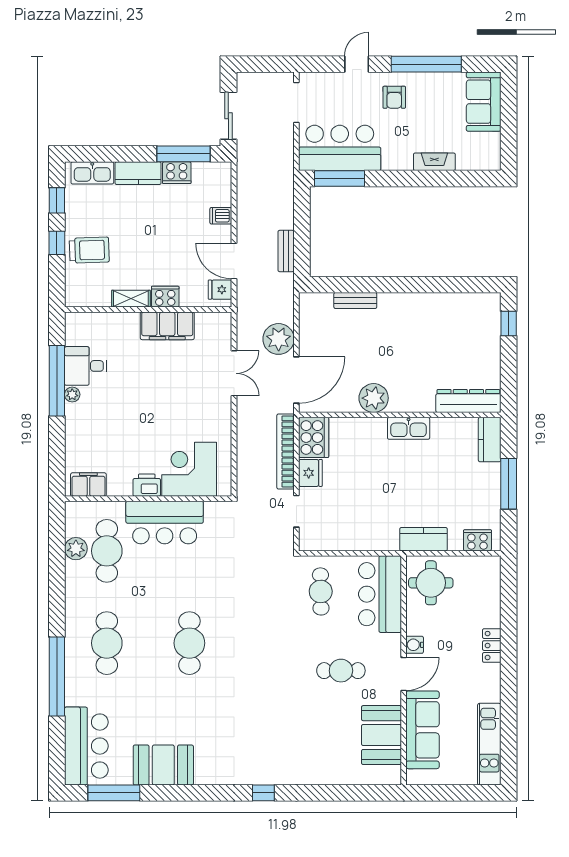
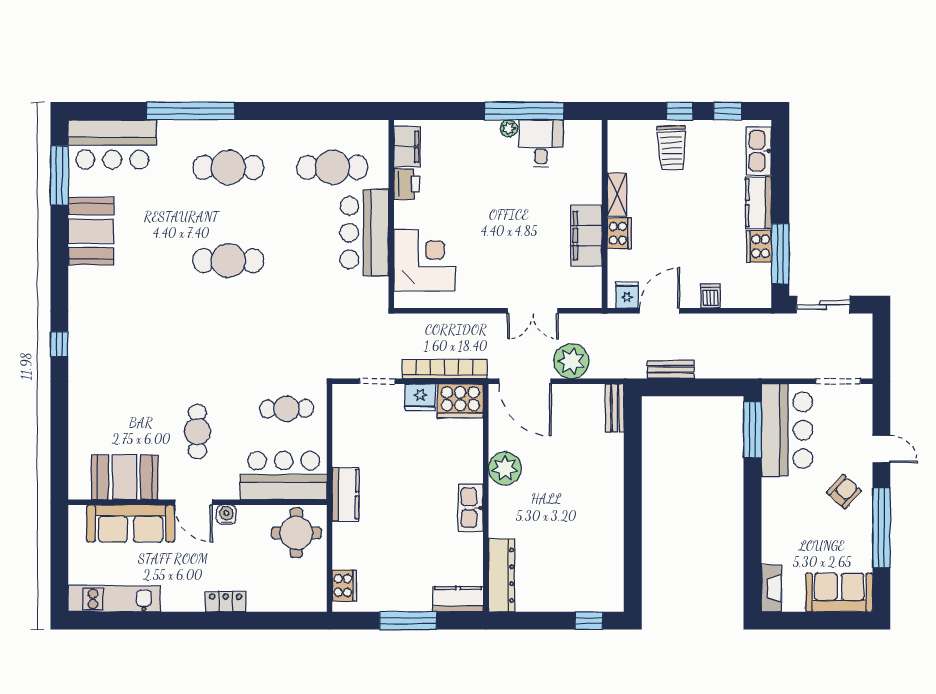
armchair: (394, 97) -> (844, 492), turned 132
fireplace: (434, 162) -> (771, 588), moved
bench: (355, 301) -> (615, 408), moved
printer: (147, 485) -> (407, 184), moved
kitchen counter: (423, 539) -> (346, 494), moved
plant: (76, 549) -> (335, 133), removed

